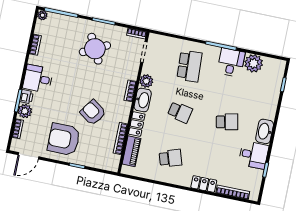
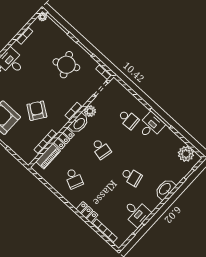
desk: (231, 62) -> (151, 126), moved
plant: (254, 63) -> (186, 154), moved
school desk: (189, 66) -> (128, 119), width x0.54
washbasin: (265, 131) -> (165, 189), moved
school desk: (170, 158) -> (74, 178), turned 42

